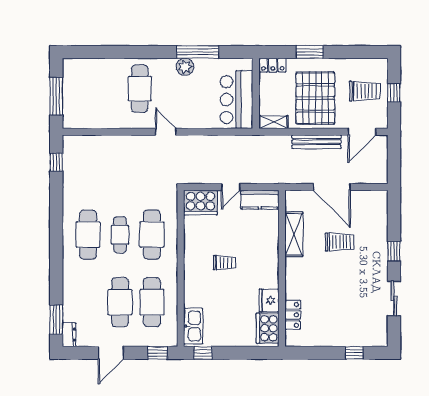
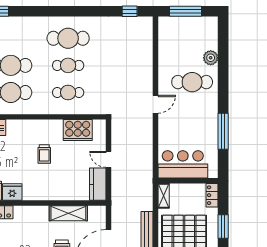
plant: (185, 67) -> (211, 58), moved
cooker: (200, 203) -> (78, 130), moved, turned -90
cafe table: (152, 235) -> (68, 93), width x0.73, depth x0.74

